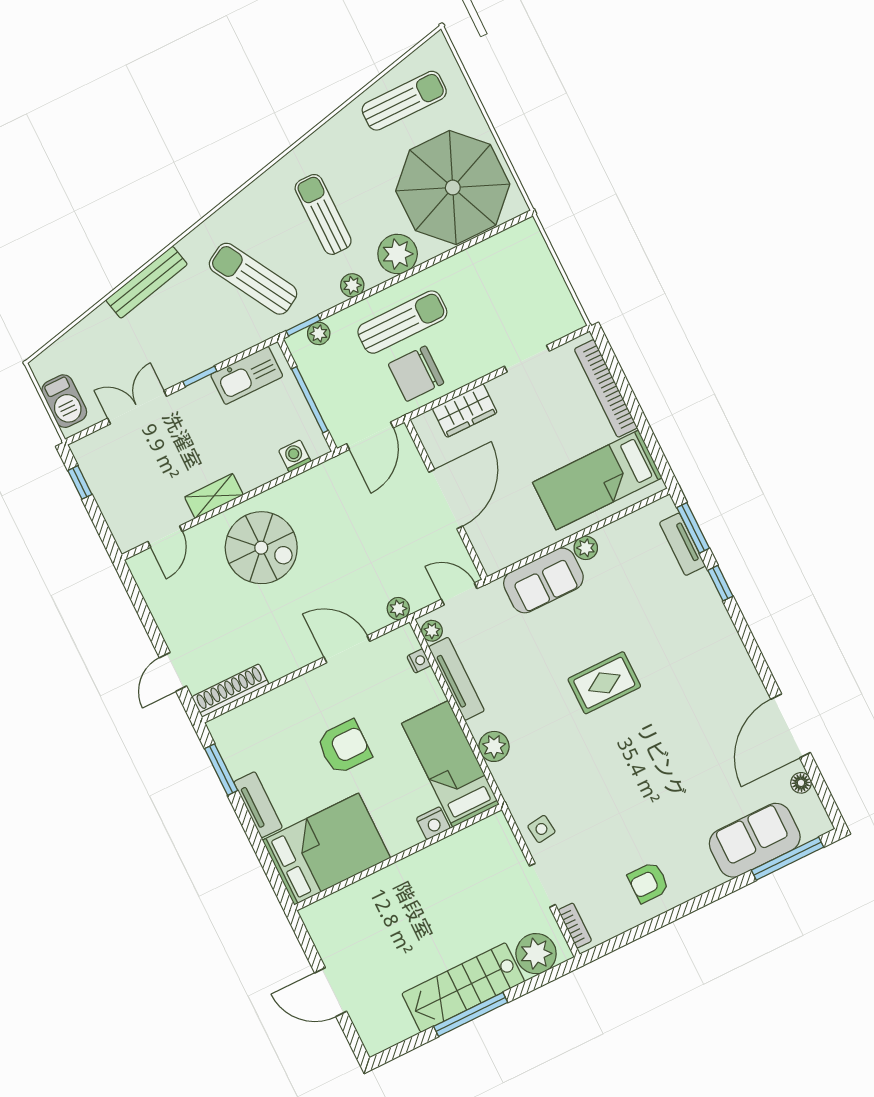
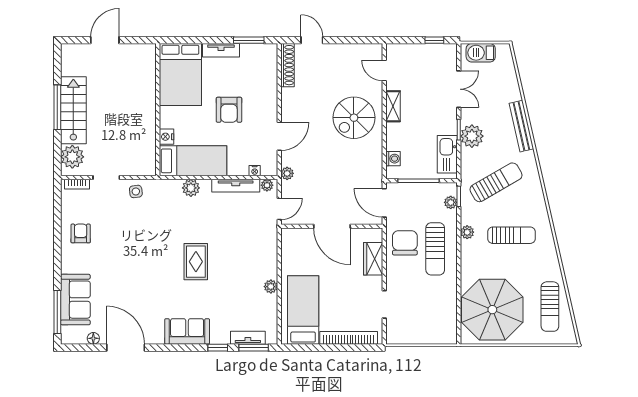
plant: (398, 254) -> (472, 136), moved
sofa: (543, 580) -> (187, 331), moved, turned 90

